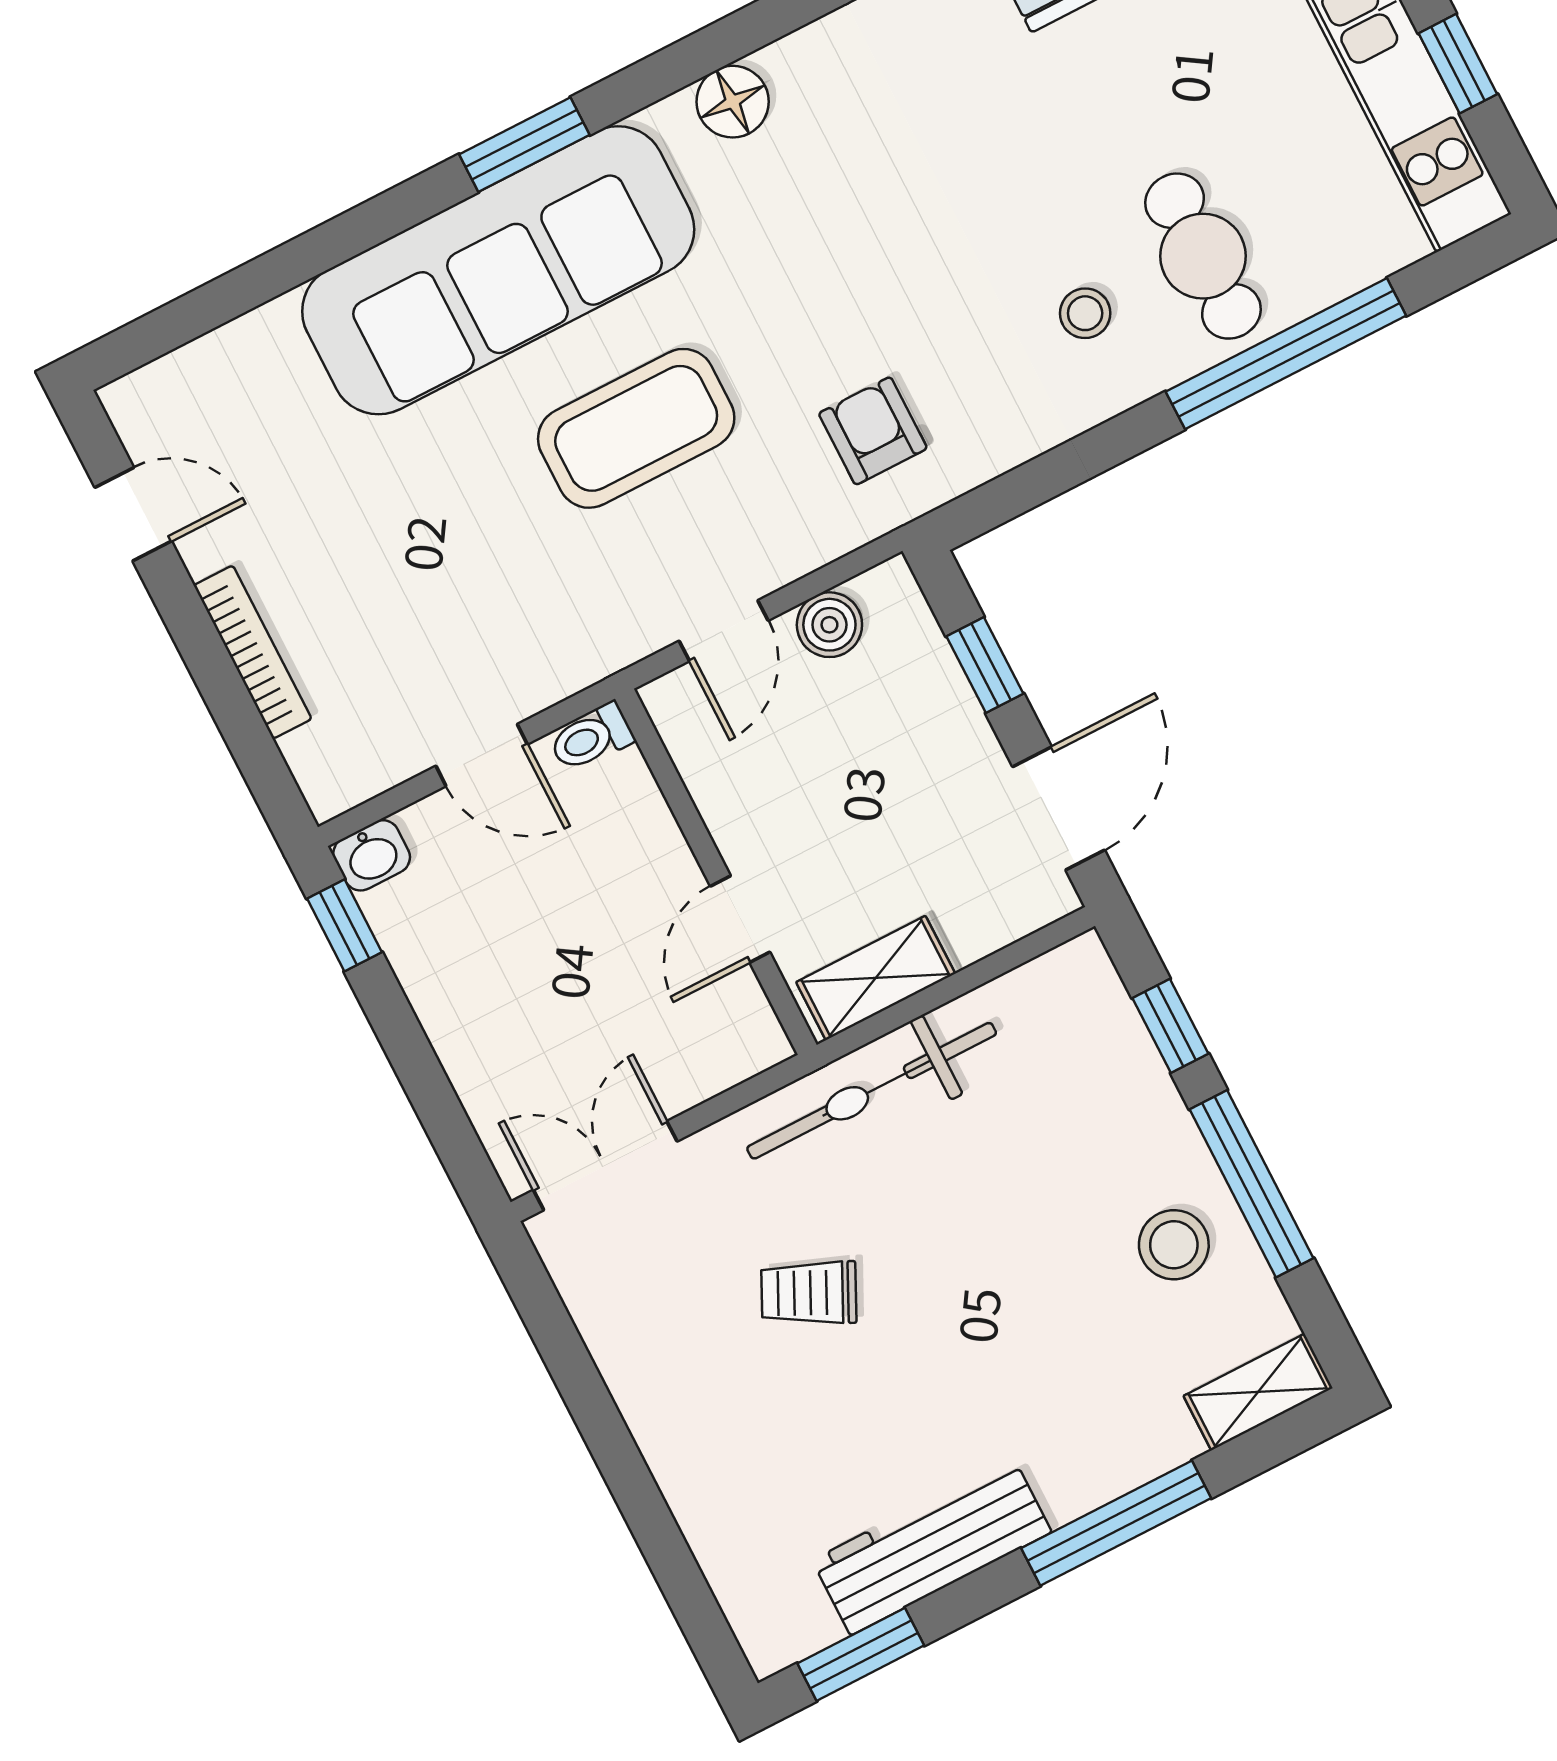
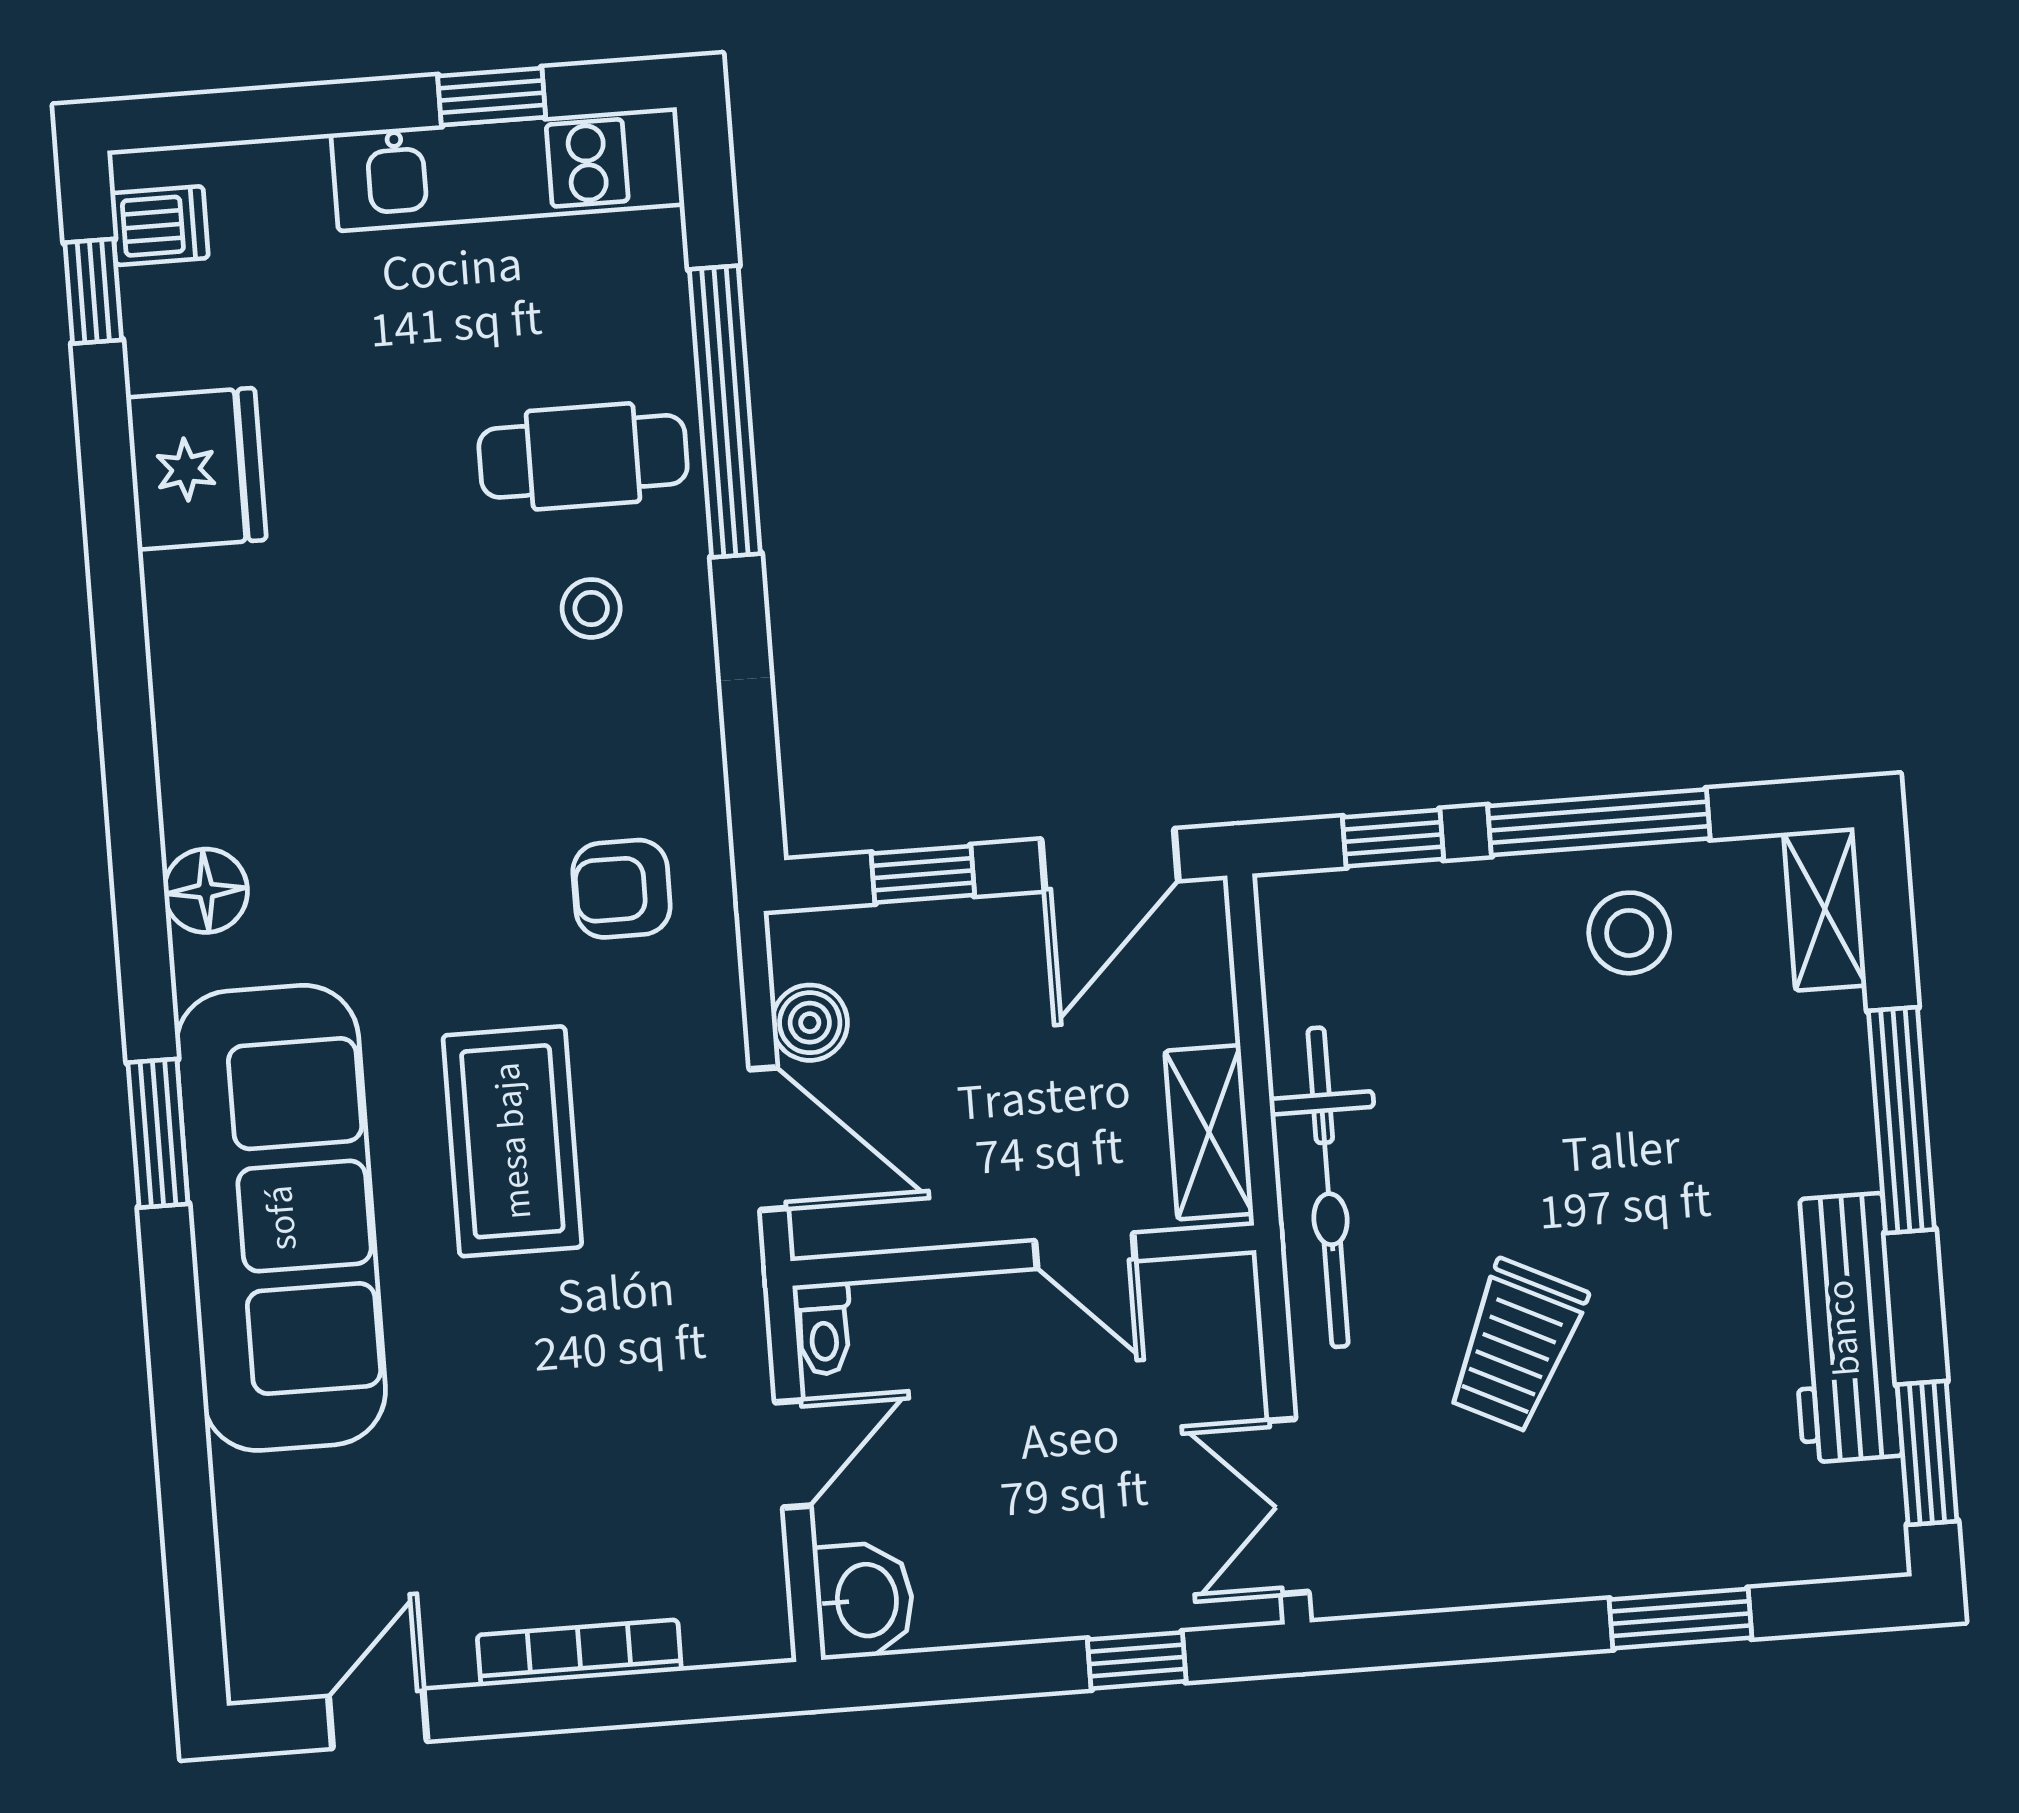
door: (724, 631) -> (769, 1139), width x1.38
door: (1059, 808) -> (1110, 860), swing flipped
washbasin: (372, 855) -> (864, 1600), width x1.38, depth x1.45
window: (344, 925) -> (1137, 1660), moved
trolley: (809, 1293) -> (1516, 1346), width x1.36, depth x1.39
window: (647, 1514) -> (1680, 1619), added

